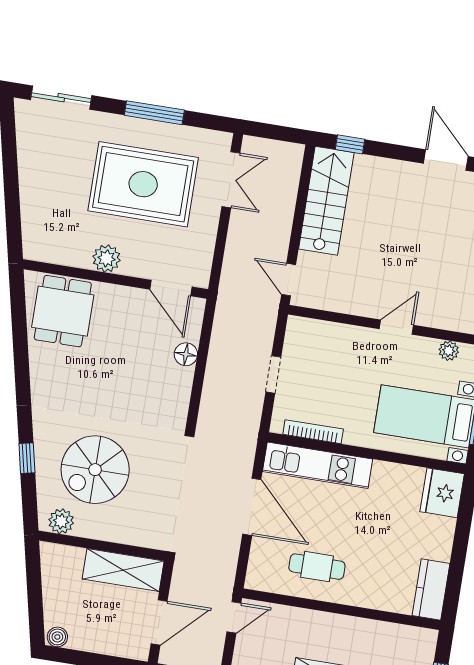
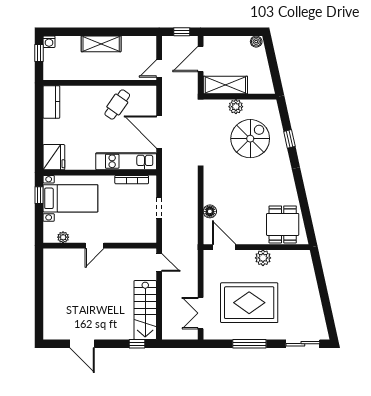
plant: (61, 521) -> (236, 107), moved
cafe table: (317, 567) -> (117, 105), turned -55

